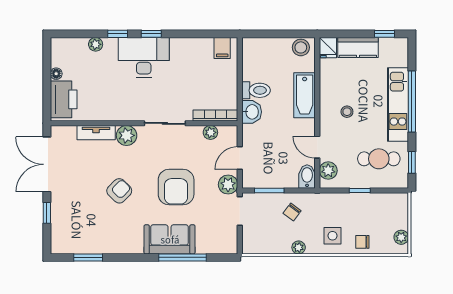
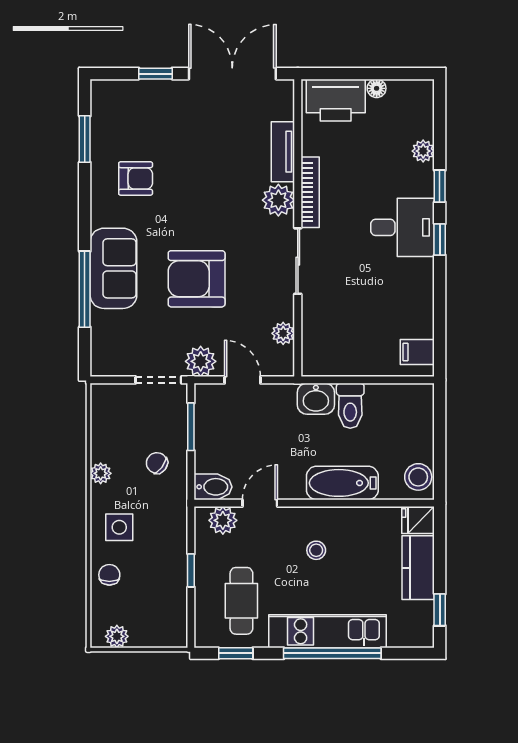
desk: (144, 57) -> (403, 227), width x0.73
bookcase: (215, 116) -> (310, 192), moved
armchair: (119, 191) -> (136, 178), moved, turned -44

